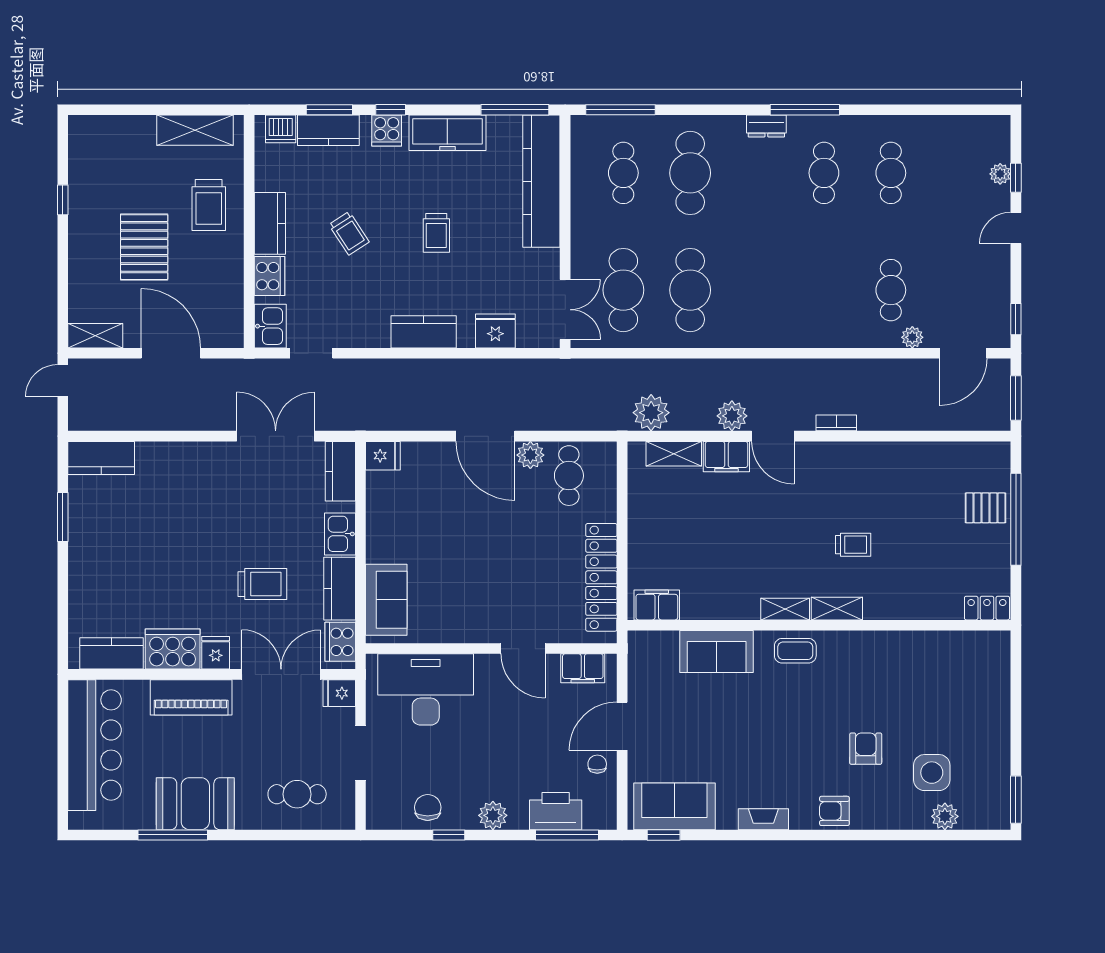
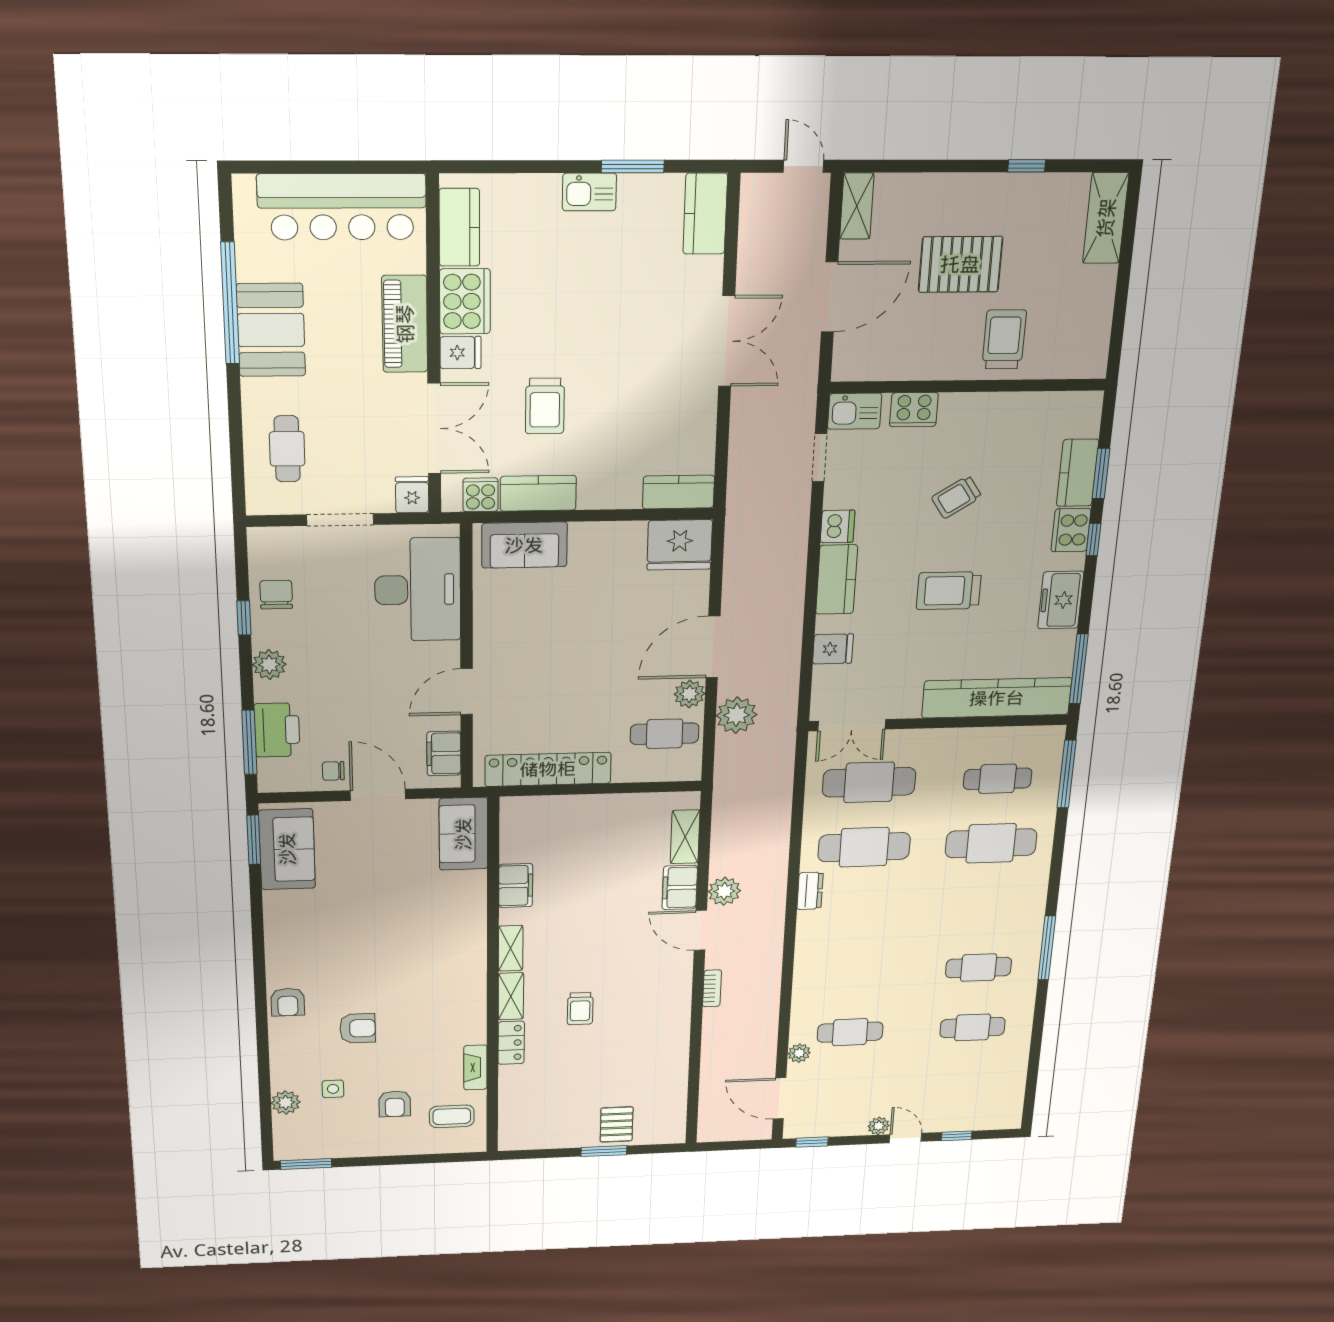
dresser: (766, 126) -> (810, 891), moved, turned 180
dishwasher: (281, 129) -> (838, 526), moved, turned 180
shelving: (195, 130) -> (1106, 218), moved
cooker: (387, 131) -> (1071, 530), width x1.36
freezer: (447, 133) -> (1061, 600), width x0.71
plant: (1000, 174) -> (879, 1126), moved
trolley: (209, 205) -> (1004, 339), turned 90
kitchen counter: (270, 223) -> (976, 409), removed
trolley: (436, 233) -> (949, 591), width x1.36, depth x1.39
fridge: (495, 331) -> (833, 649), width x0.72
window: (1016, 398) -> (730, 1146), removed
plant: (651, 413) -> (737, 715), moved
double door: (276, 436) -> (727, 341), moved
door: (773, 436) -> (700, 930), hinge flipped
fridge: (383, 456) -> (680, 545), width x1.88, depth x1.34
window: (1016, 519) -> (604, 1151), width x0.47
kitchen sink: (340, 534) -> (589, 192), moved, turned 180
filing cabinet: (657, 605) -> (516, 886), moved
locker: (987, 608) -> (511, 1043), moved
cooker: (340, 642) -> (481, 495), width x0.73
coffee table: (795, 651) -> (452, 1116), moved, turned 90
sofa: (717, 652) -> (463, 834), moved
armchair: (951, 716) -> (395, 1104), added
chair: (597, 764) -> (333, 771), turned 180
side table: (932, 773) -> (333, 1089), width x0.54, depth x0.54
chair: (428, 807) -> (276, 595), turned -90
armchair: (834, 811) -> (288, 1002), turned 180
fireplace: (763, 819) -> (475, 1067), moved, turned 180
window: (173, 835) -> (230, 303), width x1.46
window: (664, 835) -> (254, 840), width x1.50

